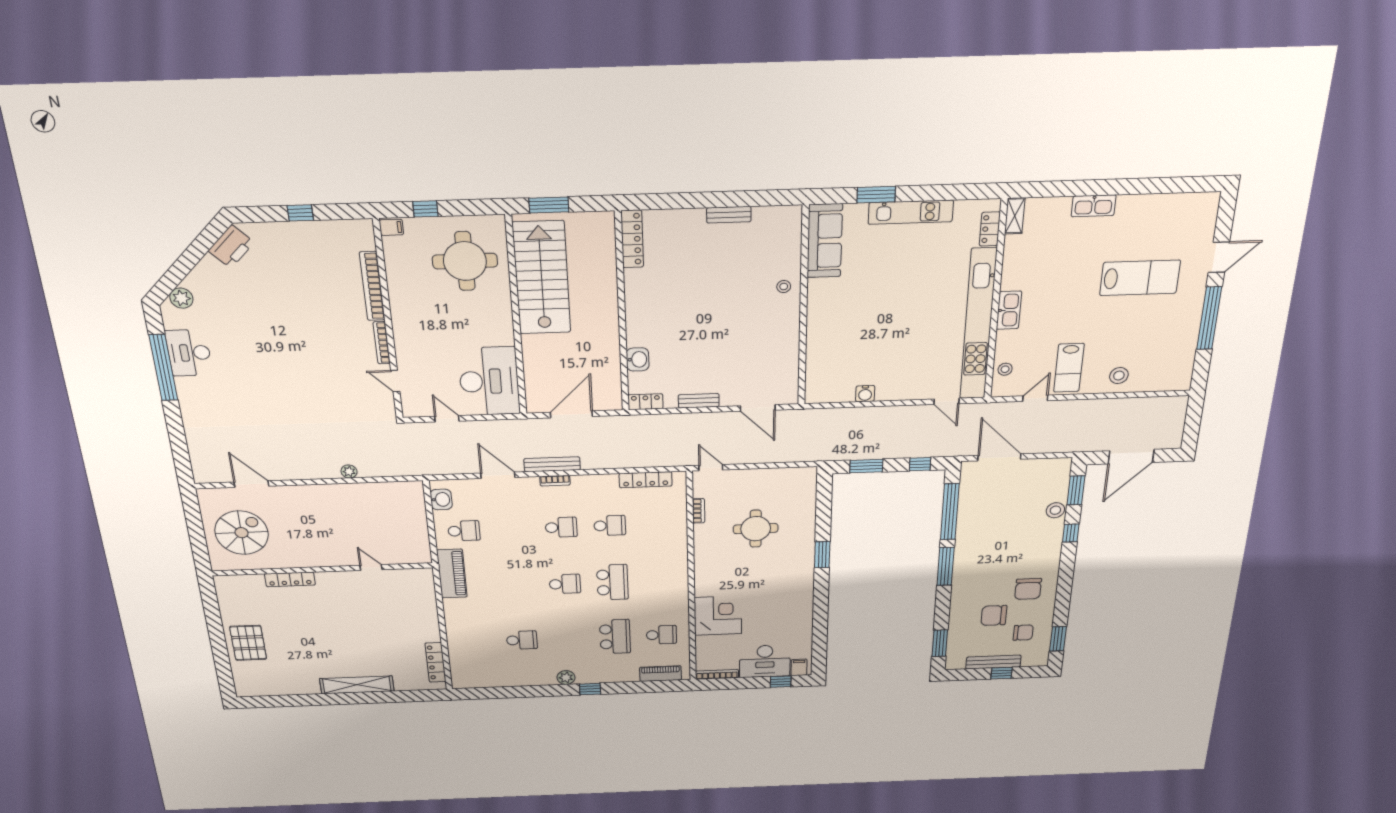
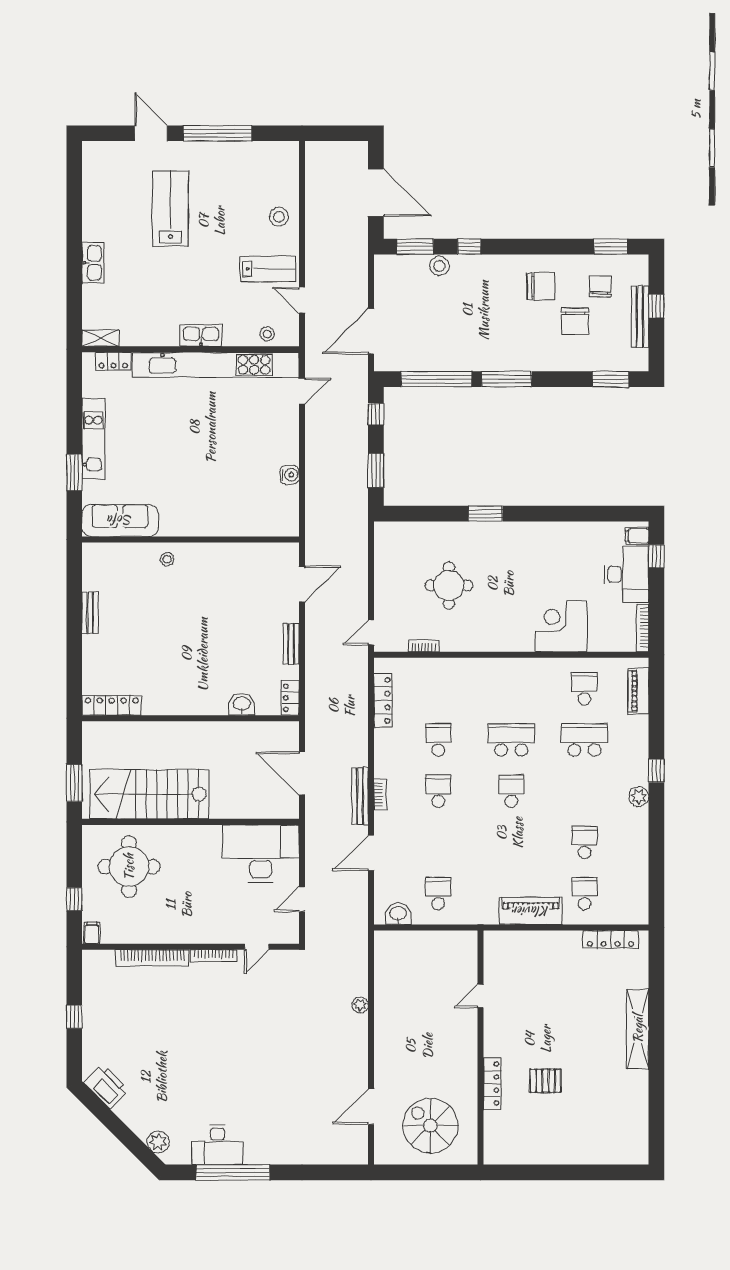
piano: (452, 574) -> (531, 911), moved
school desk: (475, 642) -> (584, 894), added
pallet: (248, 643) -> (545, 1081), moved, width x0.67, depth x0.71

